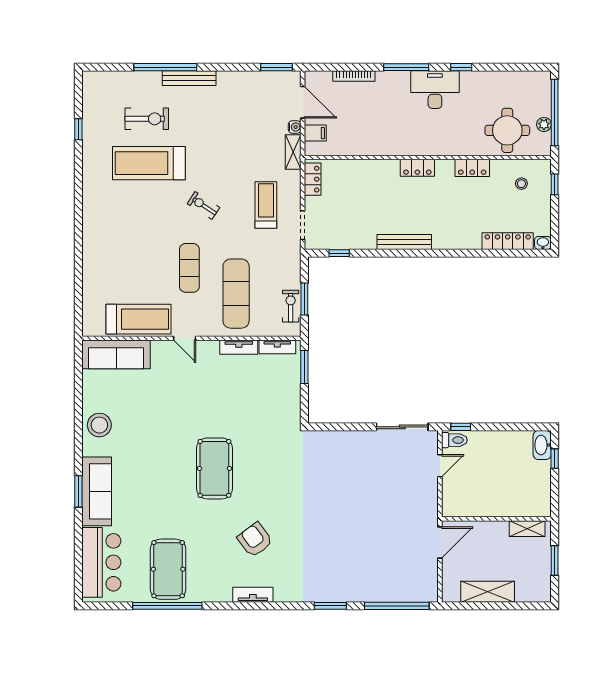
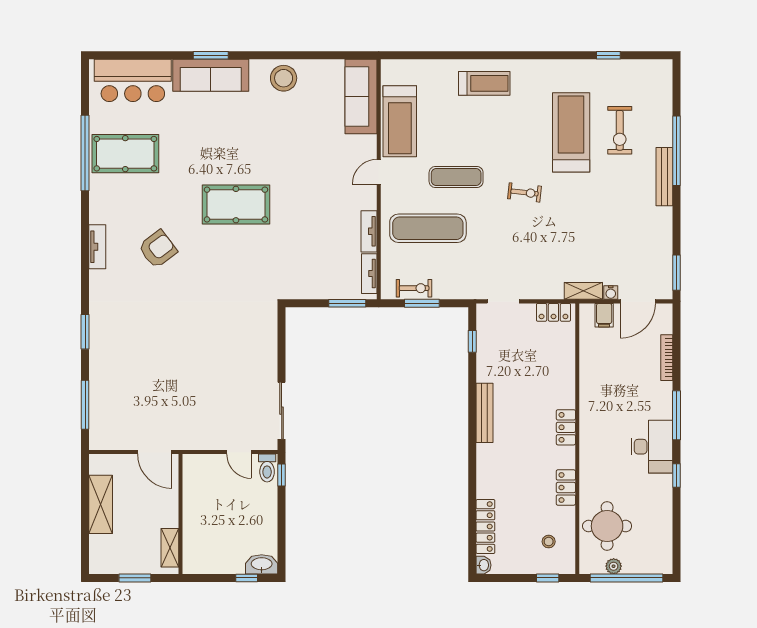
treadmill: (266, 205) -> (484, 83), moved
exercise bike: (203, 206) -> (525, 192), turned 63
window: (397, 606) -> (85, 405), width x0.68

